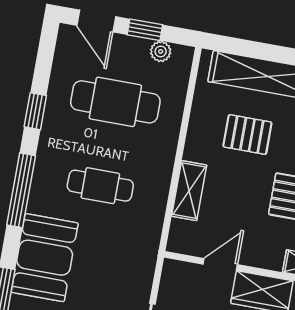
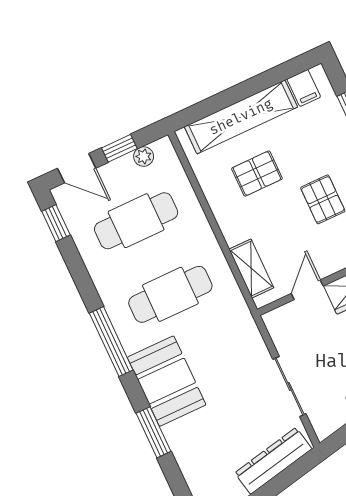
window: (35, 111) -> (56, 223), moved
cafe table: (100, 186) -> (170, 294), width x1.37, depth x1.35
shelving: (189, 191) -> (251, 269), moved

